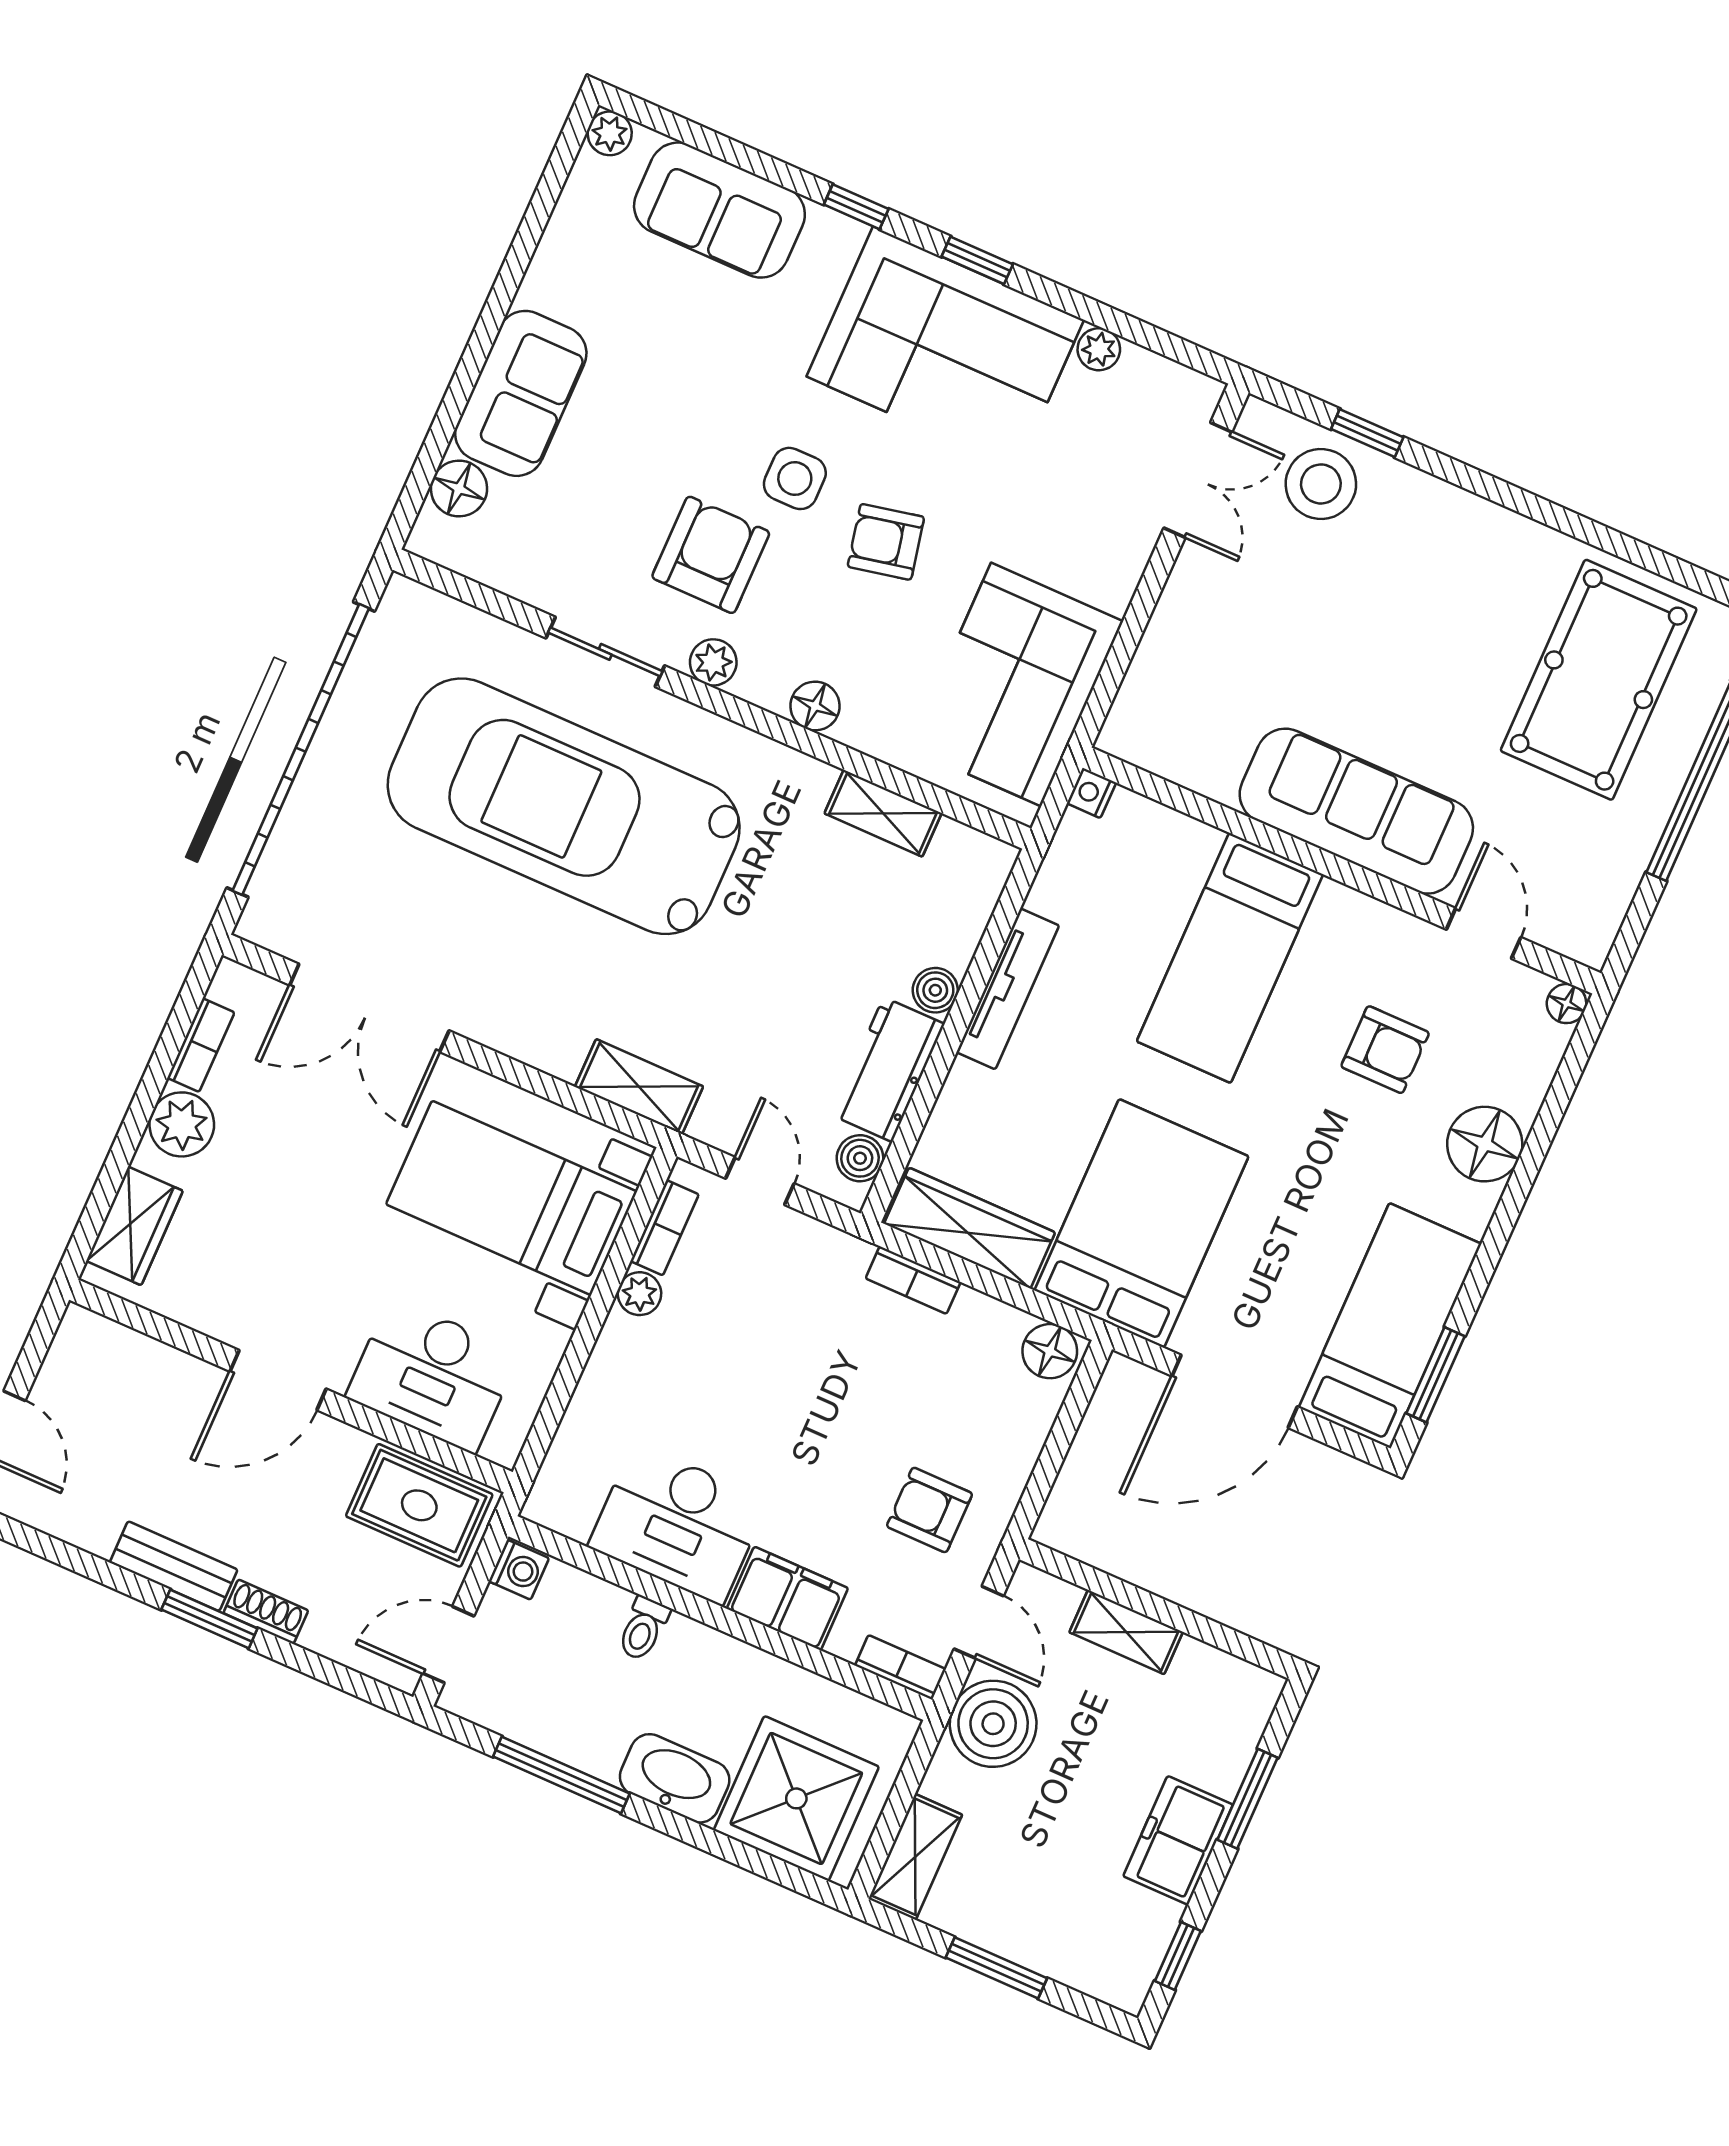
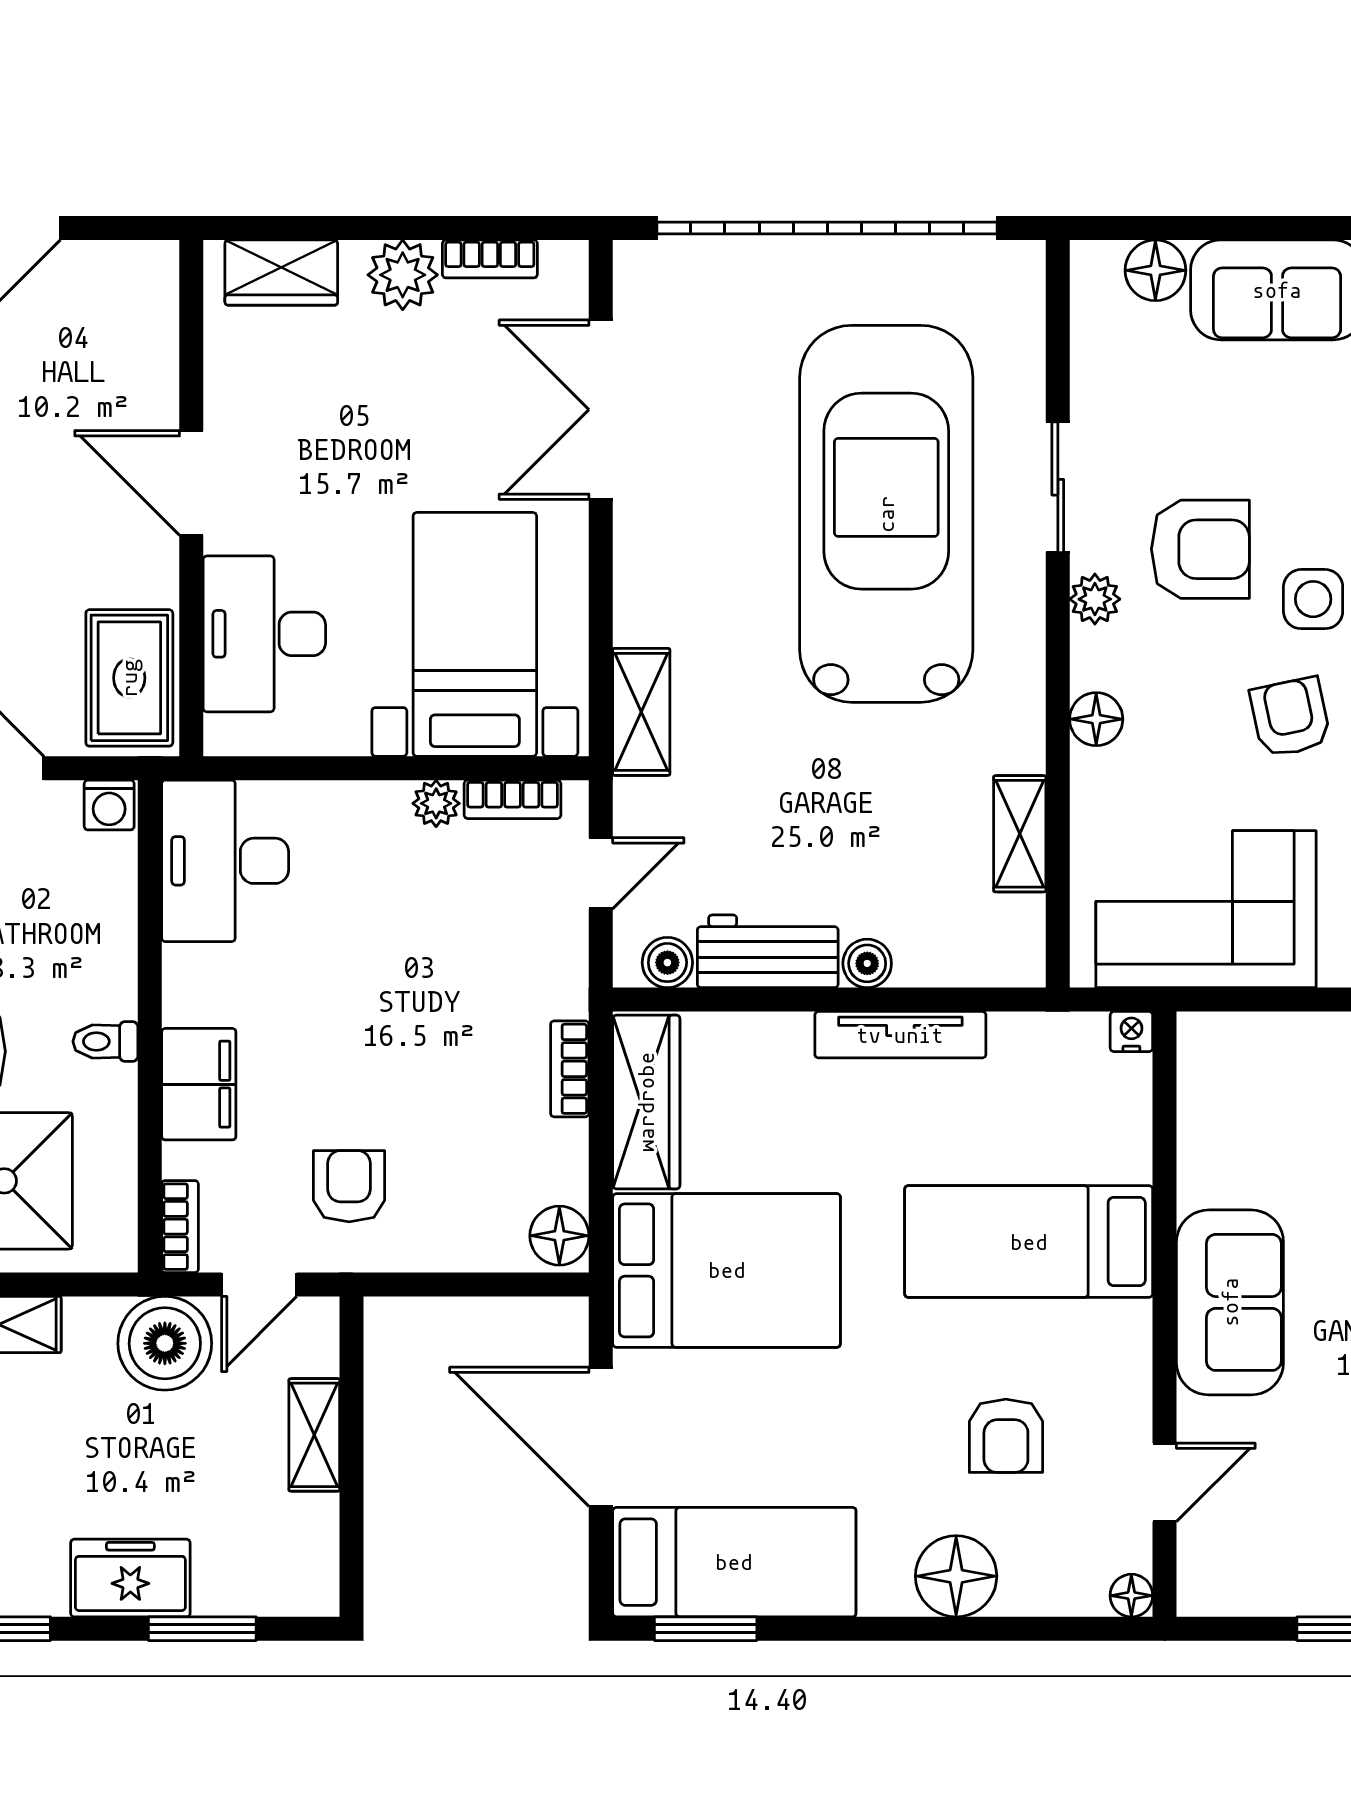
sofa: (1356, 811) -> (1230, 1302), width x0.73
desk: (678, 1523) -> (225, 861), moved
toilet: (643, 1629) -> (105, 1041), moved

